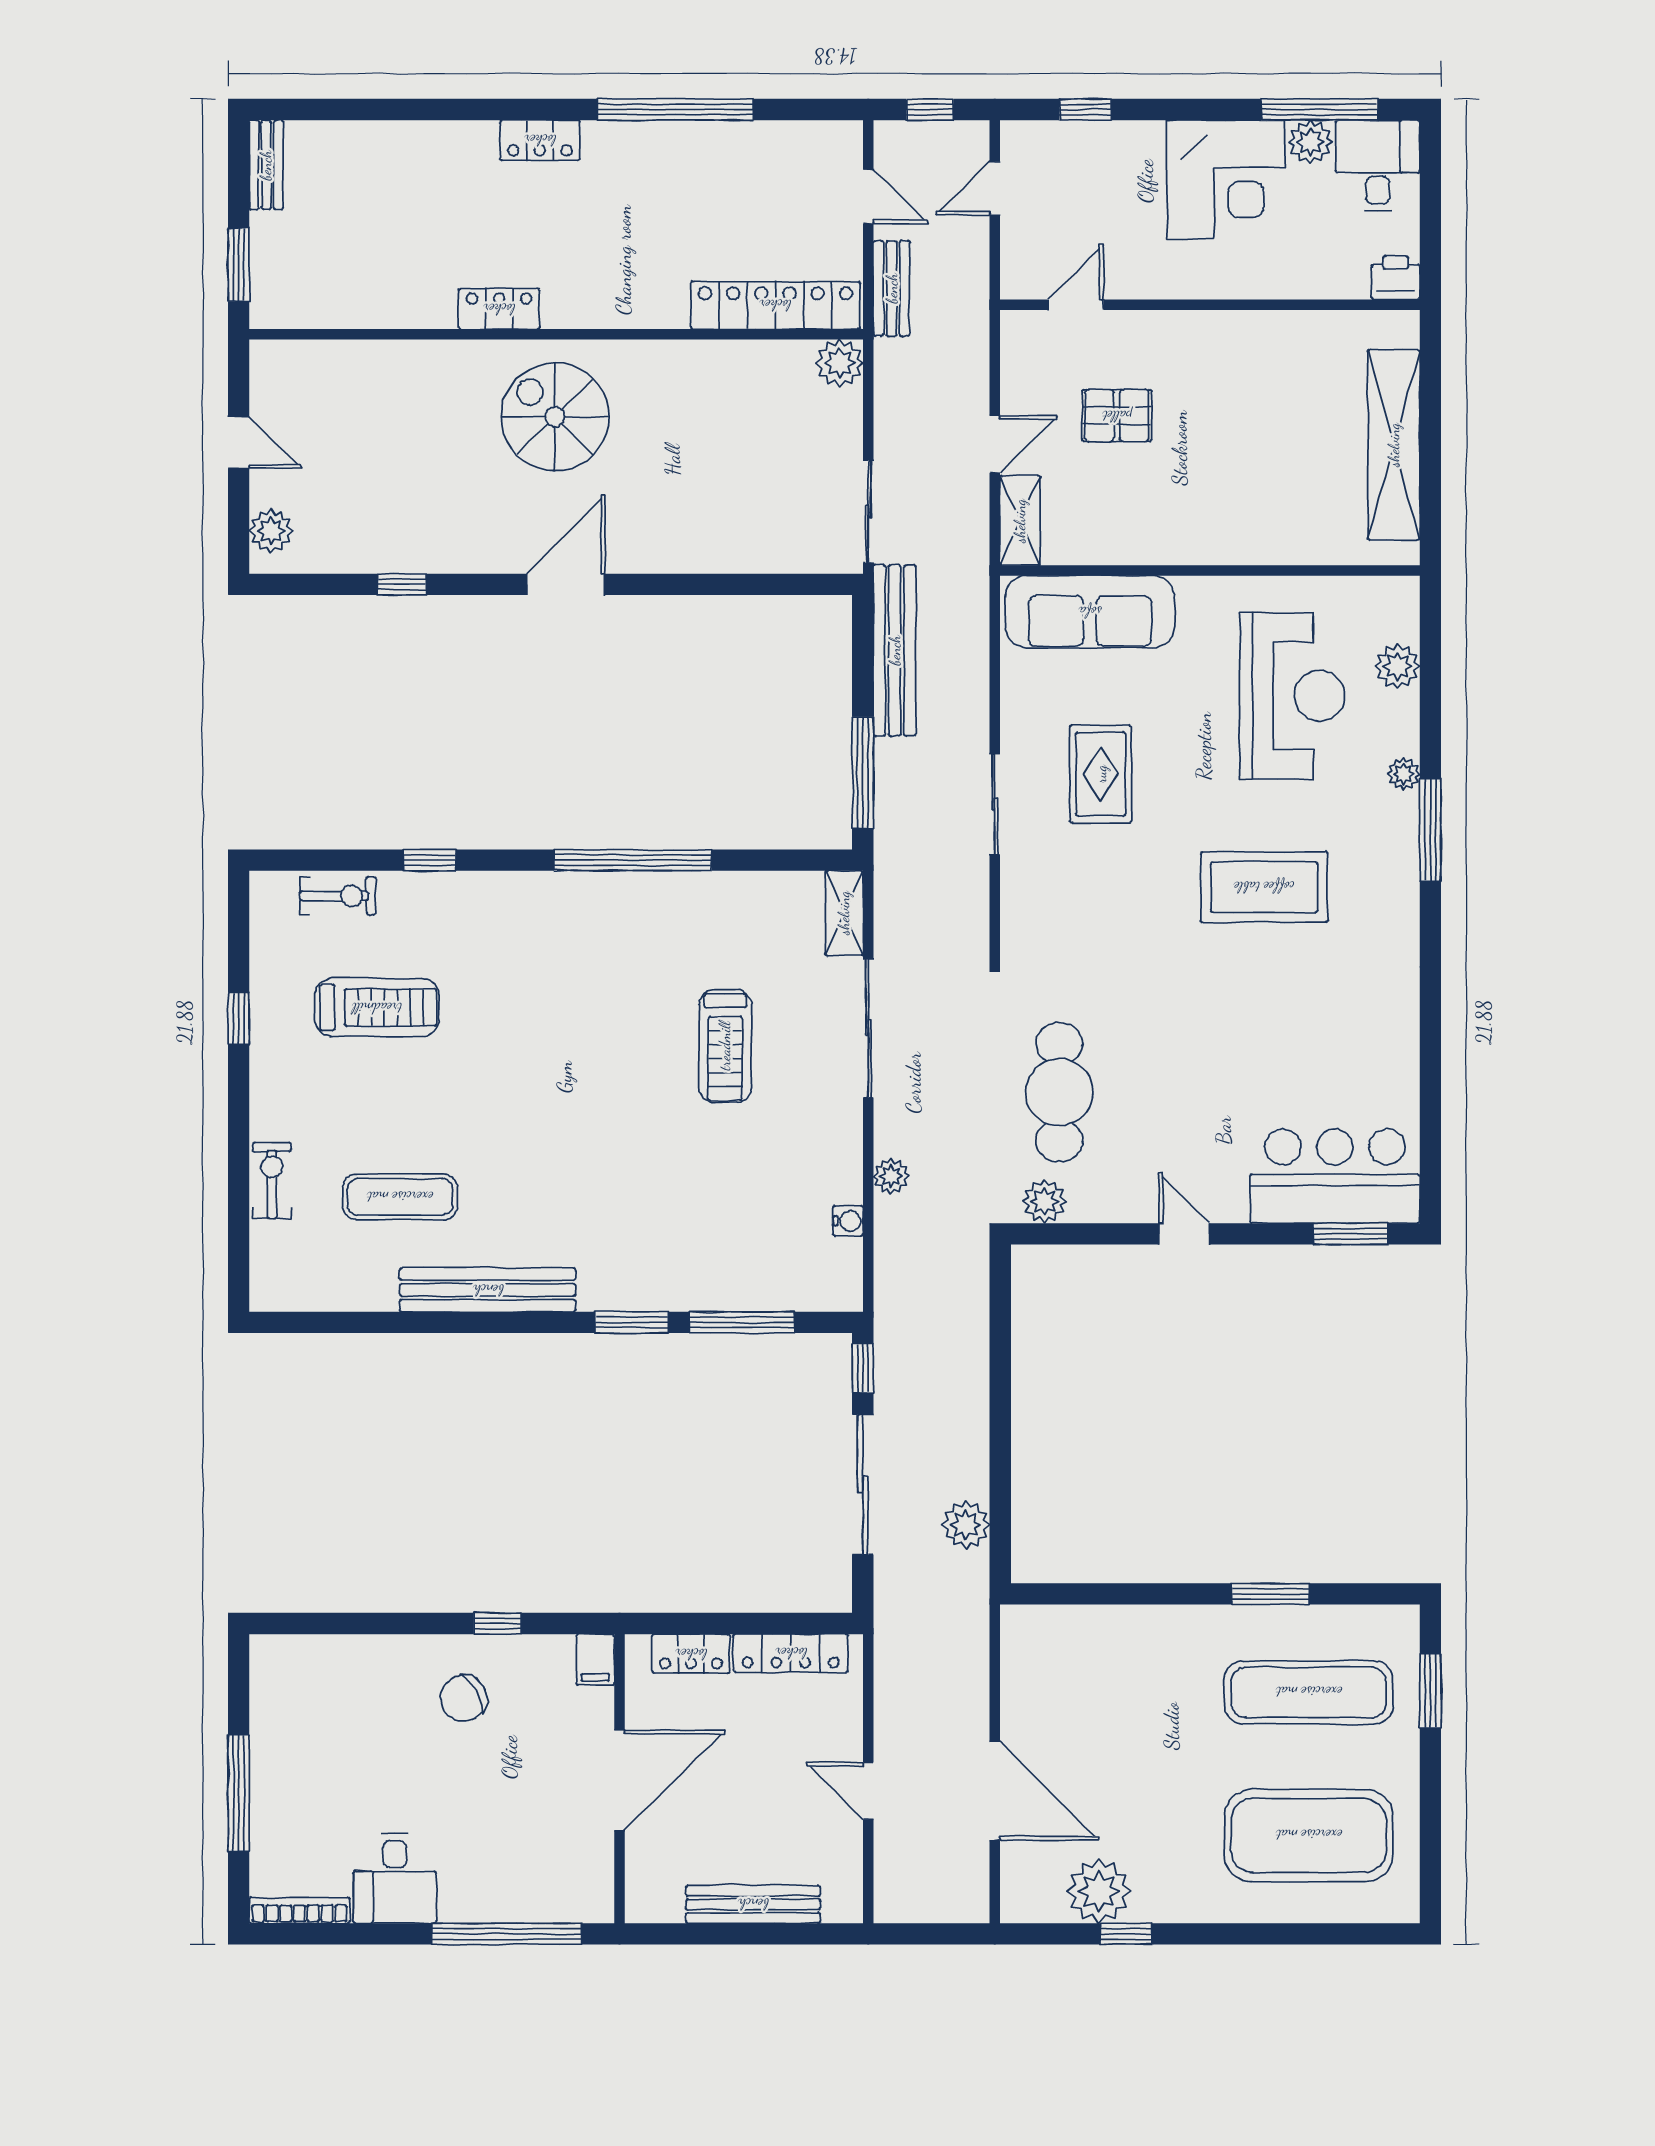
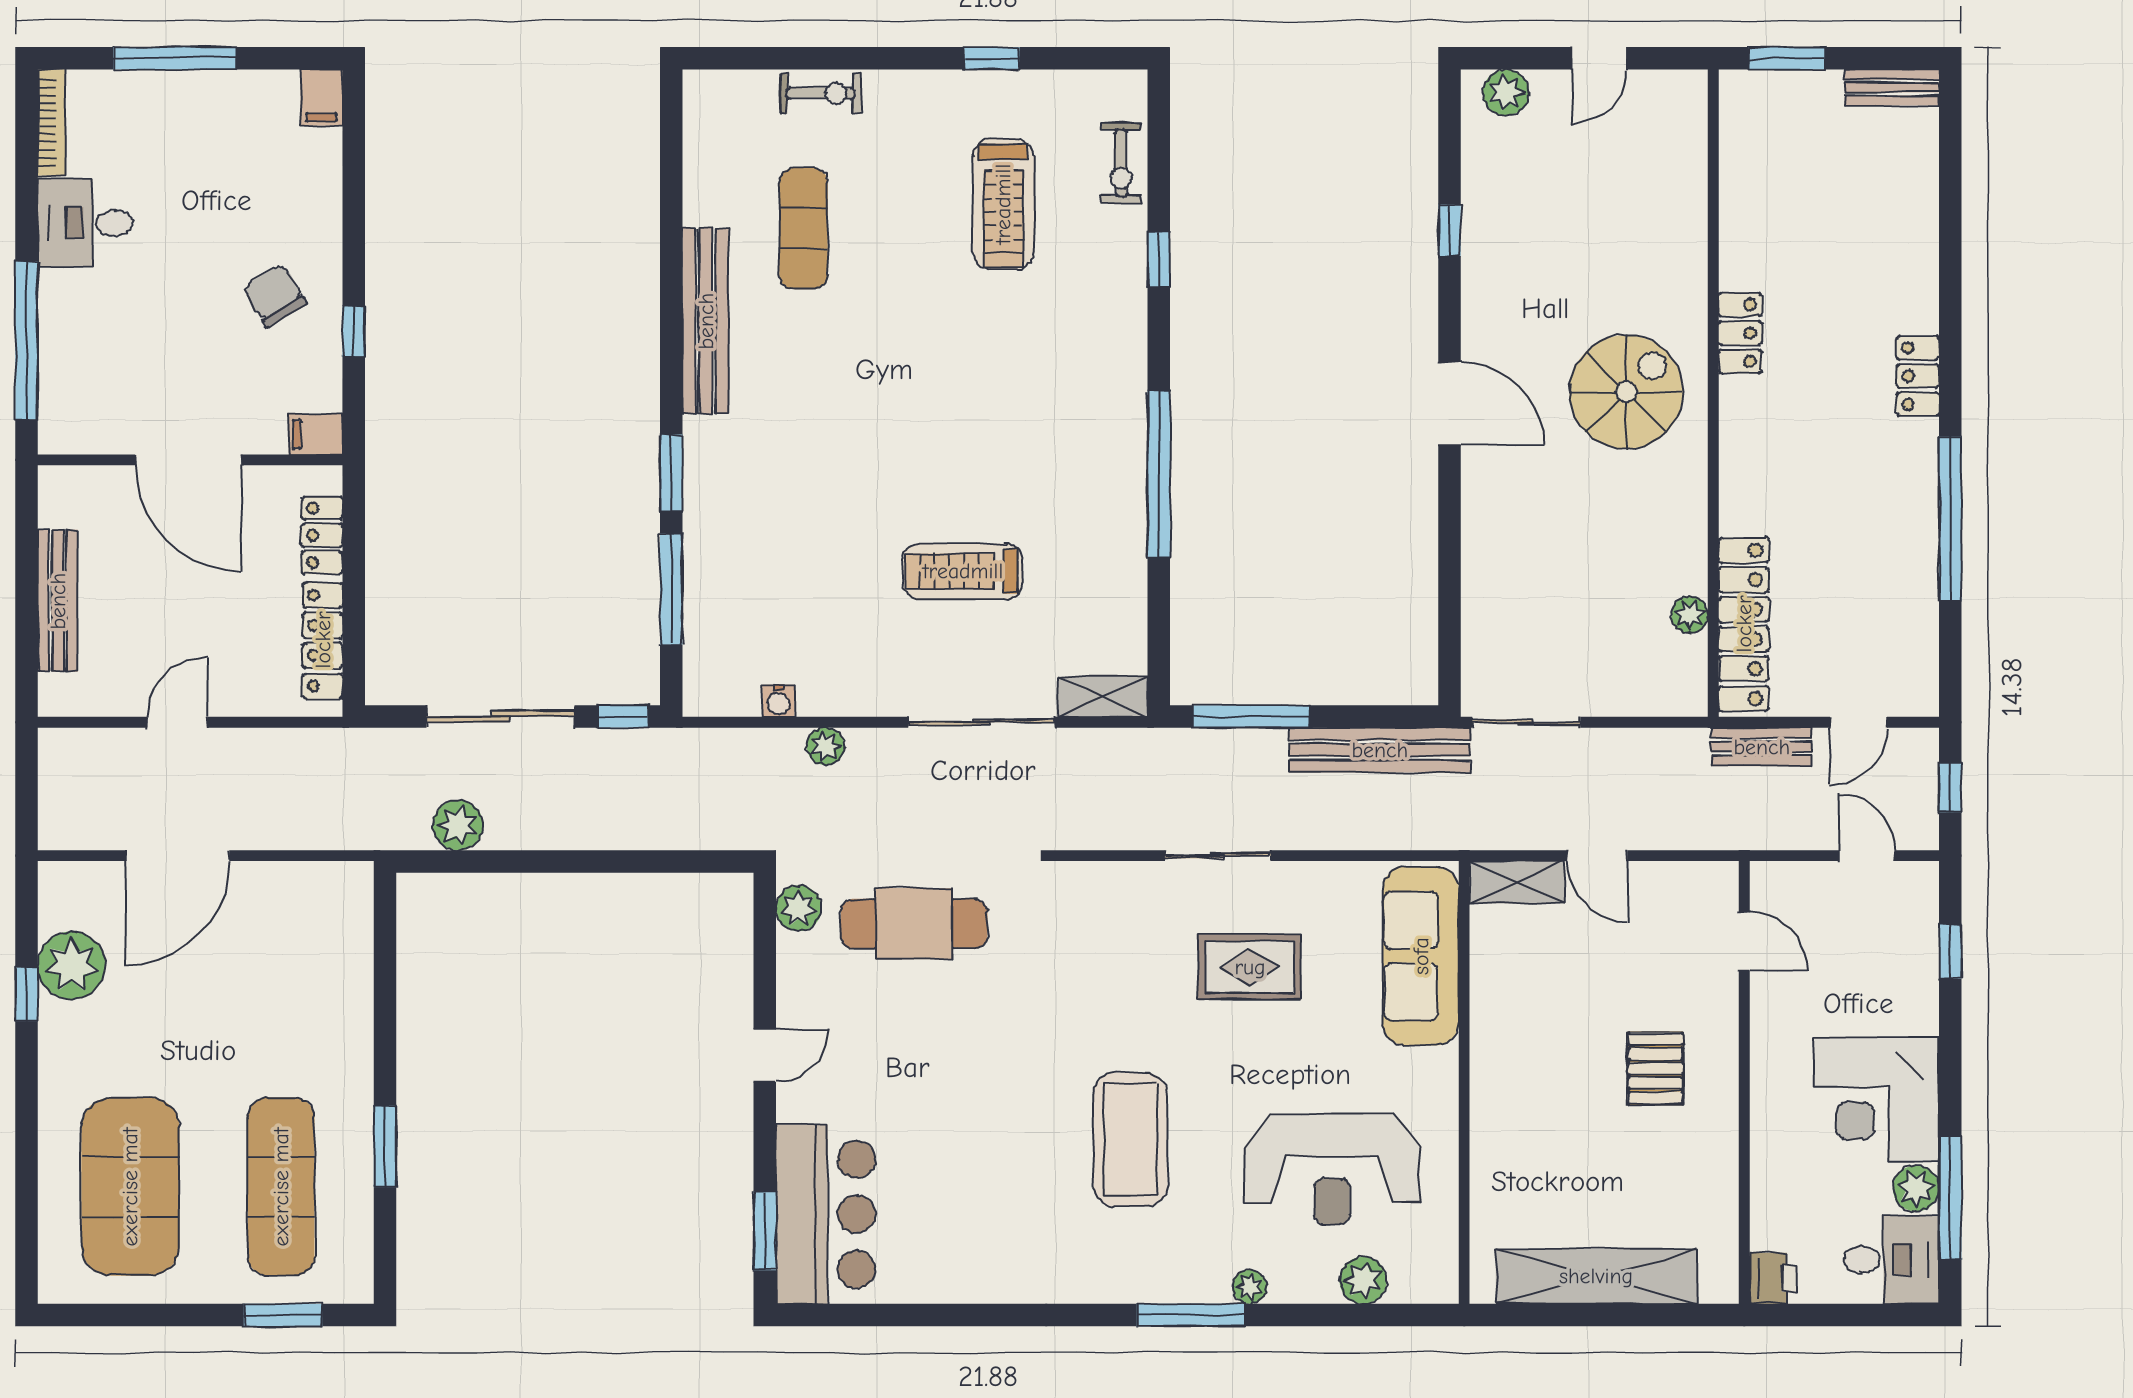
plant: (839, 363) -> (1690, 615), moved, width x0.73, depth x0.73
pallet: (1117, 416) -> (1655, 1068), moved
filing cabinet: (276, 1654) -> (322, 98), added

